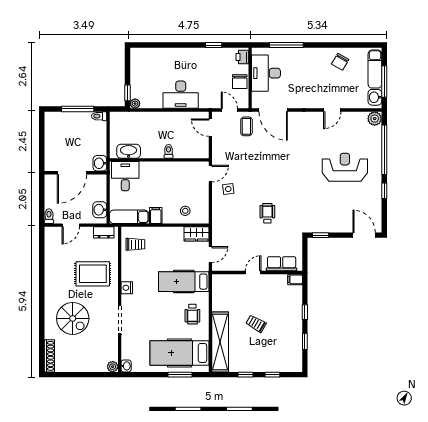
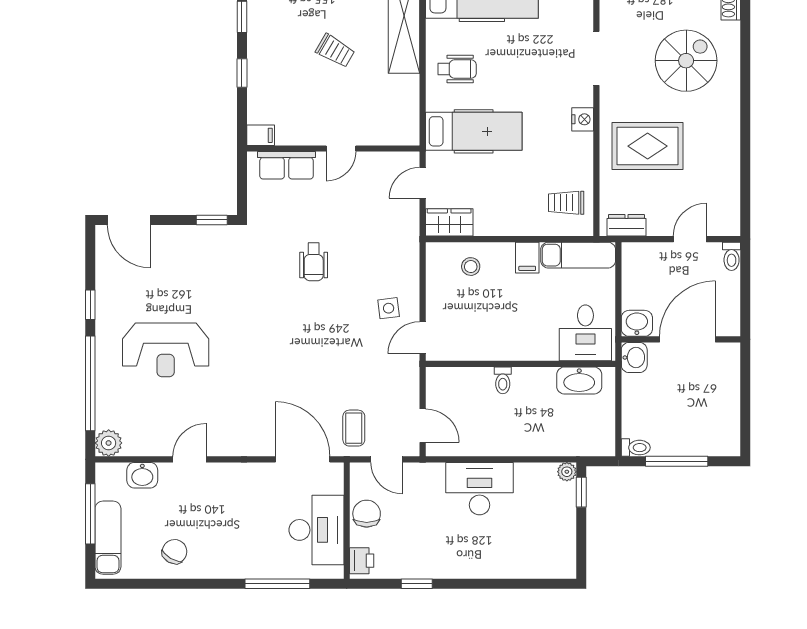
washbasin: (375, 97) -> (142, 475), moved, turned 90
washbasin: (100, 210) -> (637, 323), moved, turned -90
wheelchair: (192, 314) -> (457, 69), turned 90
spiral stairs: (73, 318) -> (686, 61), turned 90

